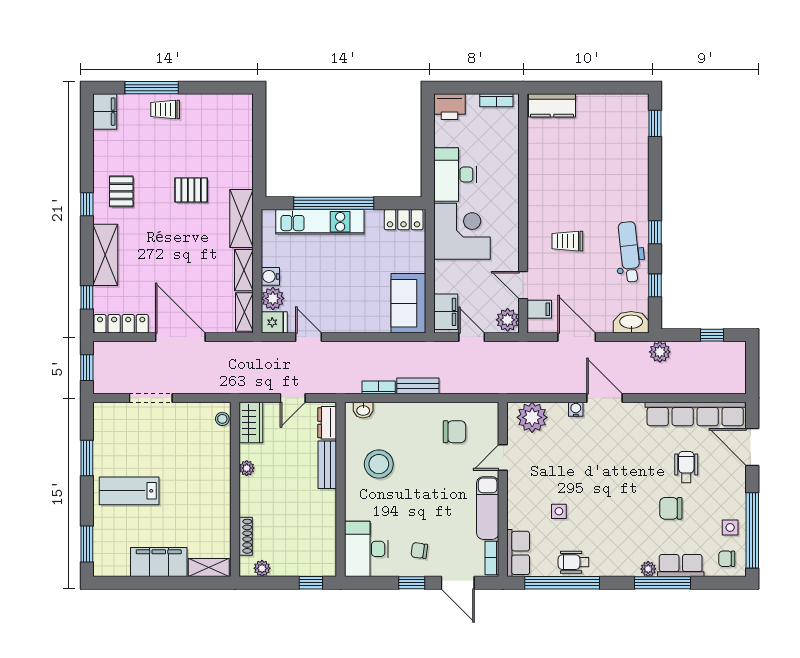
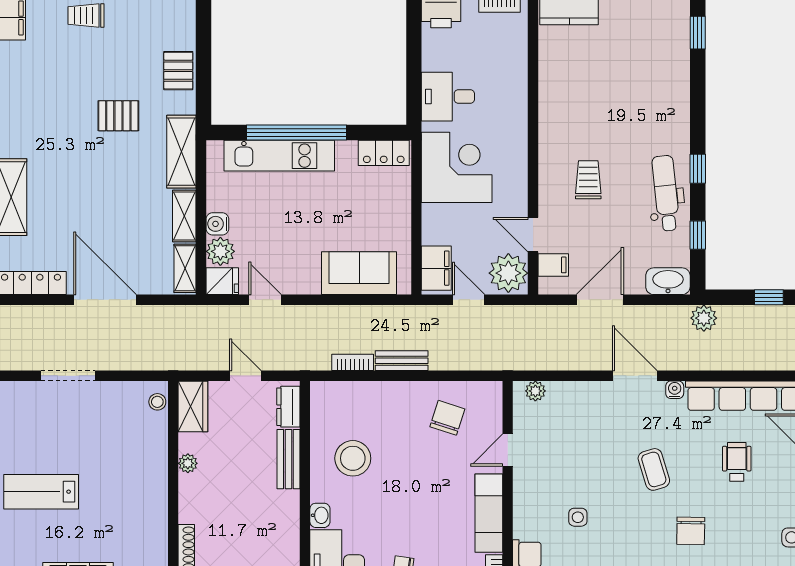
desk: (455, 174) -> (448, 97), width x0.73
pallet: (121, 191) -> (178, 71), moved
trolley: (567, 241) -> (588, 180), turned 90
sofa: (408, 303) -> (359, 273), moved, turned 90
plant: (508, 320) -> (508, 273), width x1.36, depth x1.36
door: (577, 337) -> (600, 300), hinge flipped
door: (293, 398) -> (245, 376), swing flipped
water cooler: (576, 409) -> (675, 390), moved
washbasin: (363, 410) -> (320, 515), moved, turned -90
plant: (532, 417) -> (535, 391), width x0.53, depth x0.53
chair: (455, 432) -> (447, 418), turned -72
coffee table: (620, 473) -> (654, 469), added
chair: (671, 508) -> (691, 531), moved, turned -89

